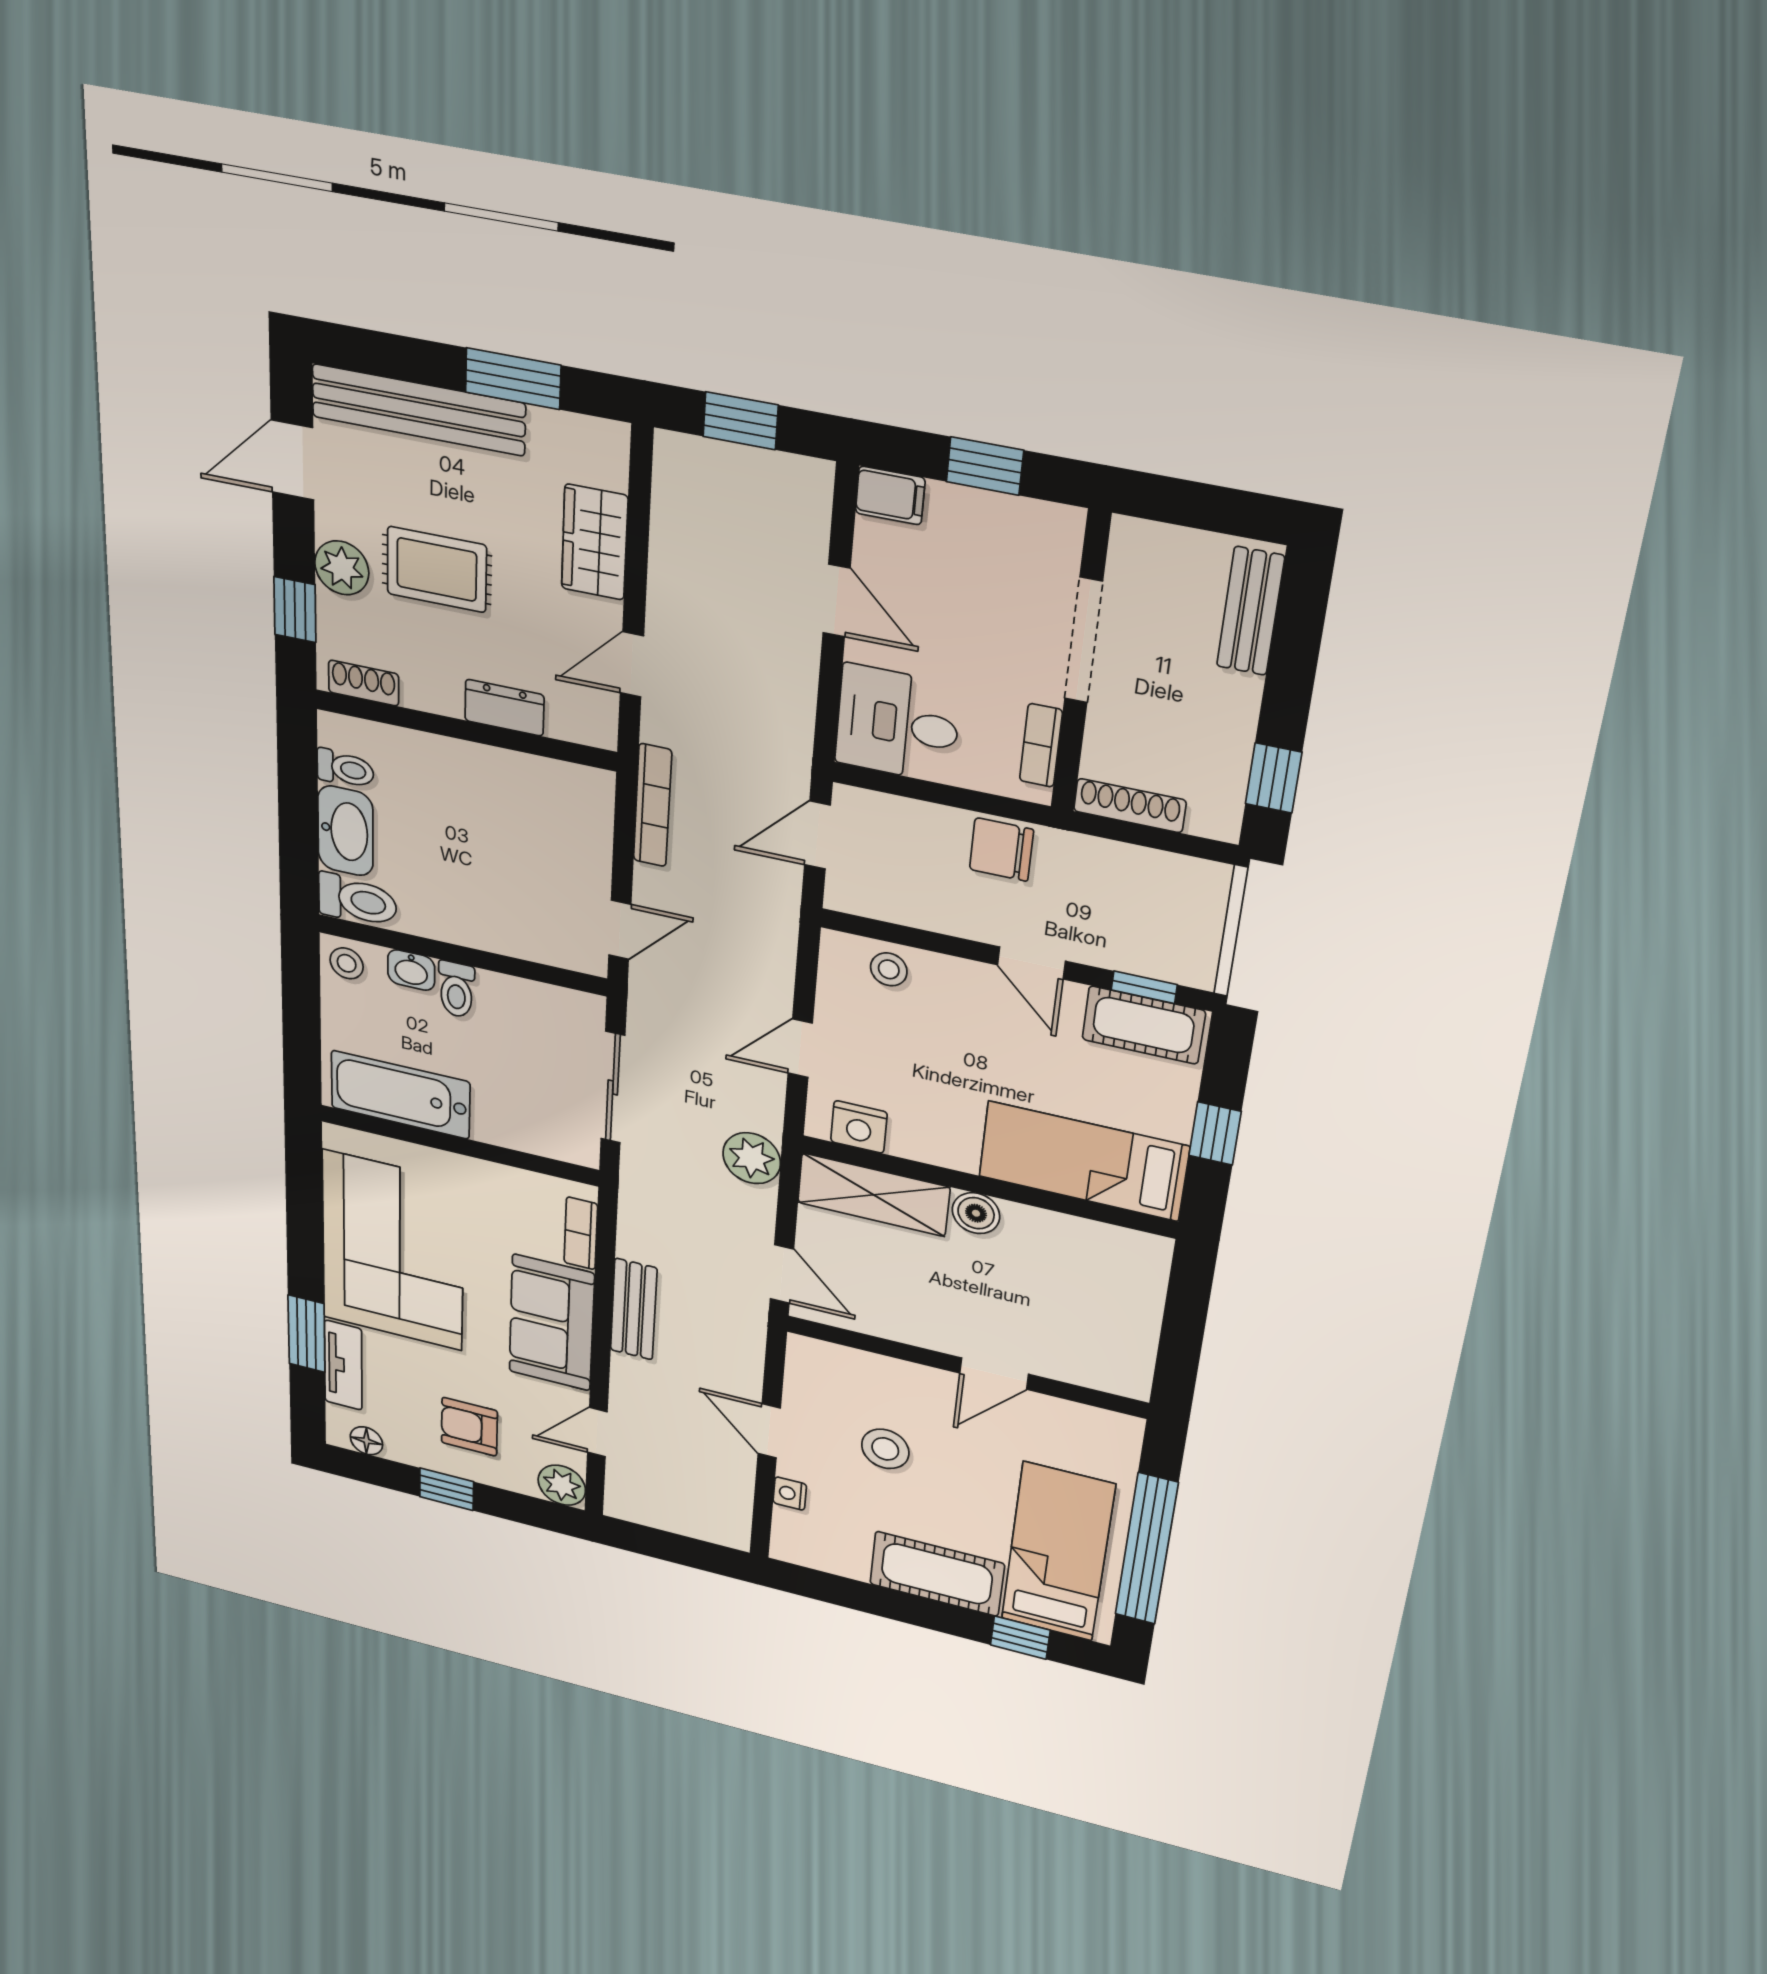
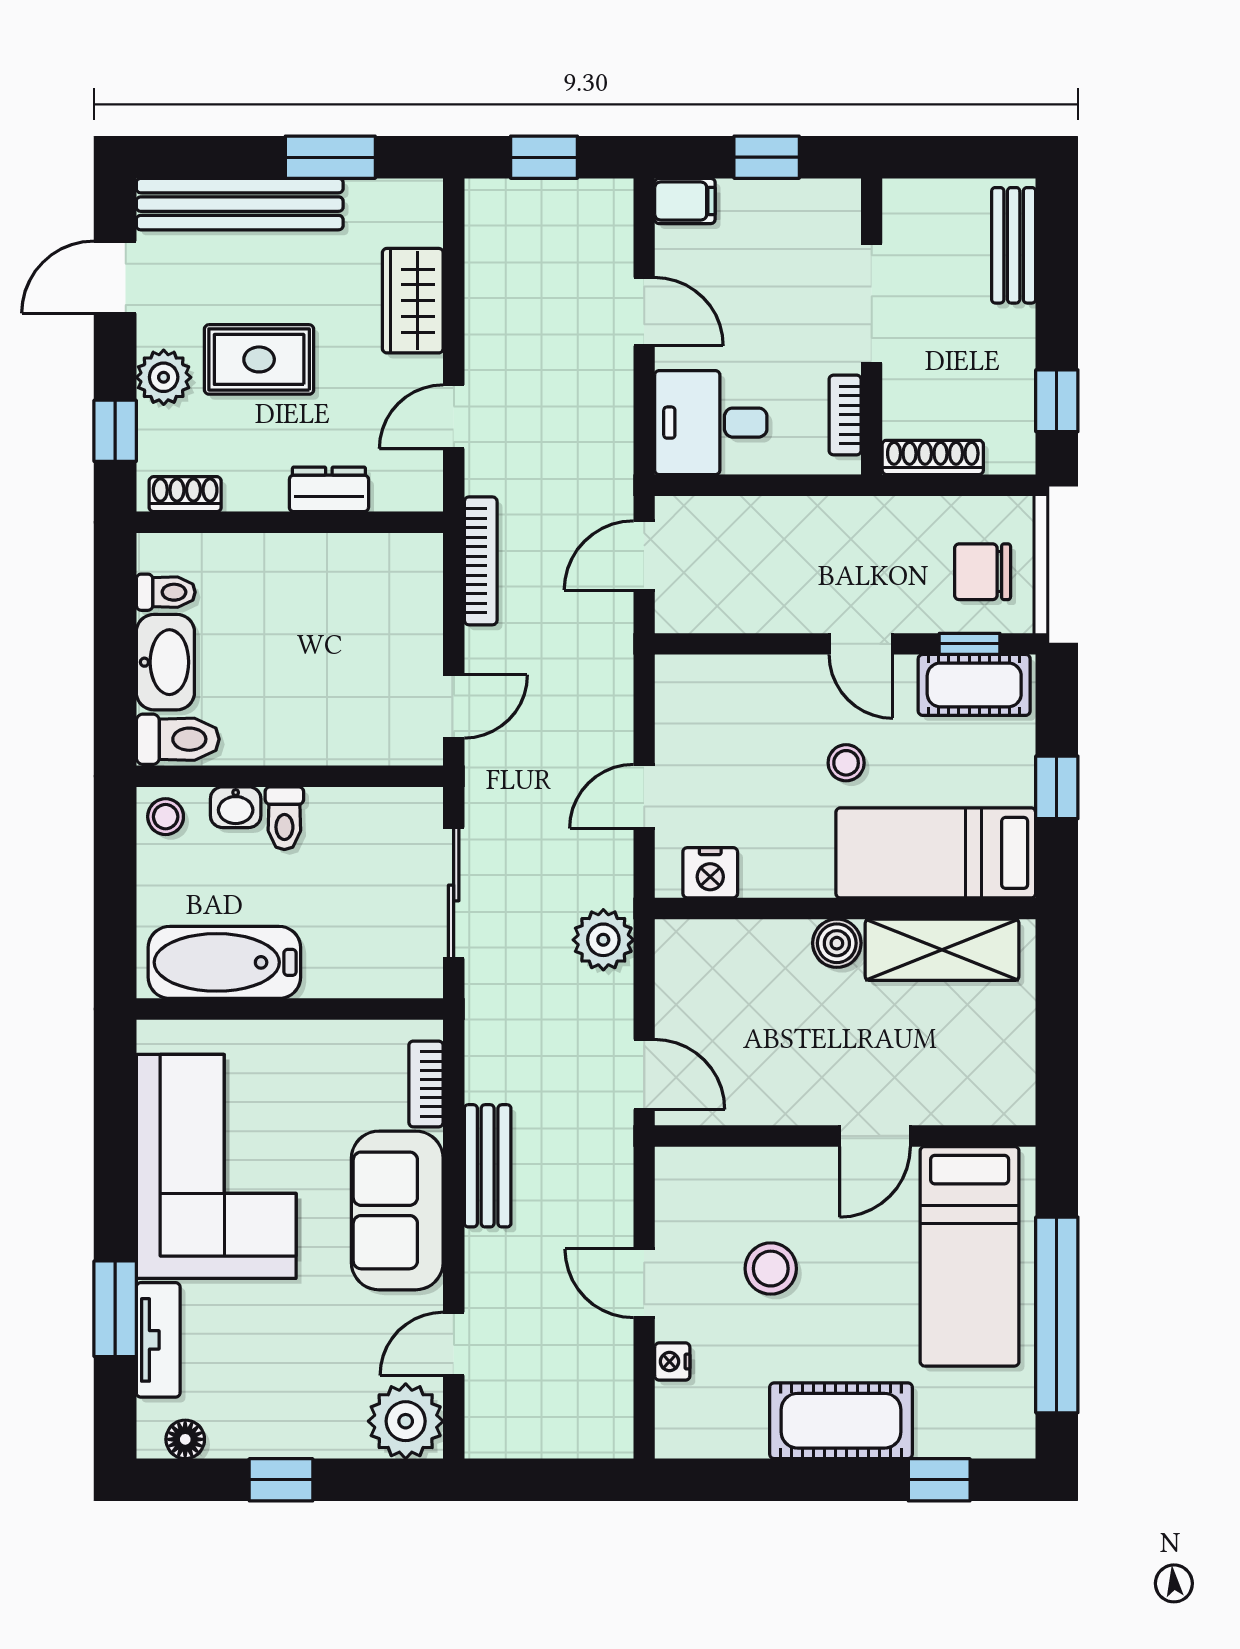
chair: (1001, 850) -> (983, 572), moved
stool: (889, 969) -> (846, 763), moved
shelving: (874, 1195) -> (942, 950), moved
armchair: (469, 1427) -> (307, 1382), removed
plant: (562, 1485) -> (406, 1421), width x1.36, depth x1.36
bed: (1058, 1552) -> (970, 1256), moved, turned 180

